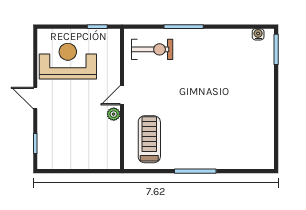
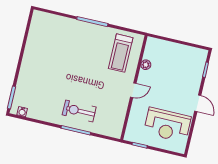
exercise bike: (152, 49) -> (79, 111), moved
plant: (114, 114) -> (146, 65), moved

